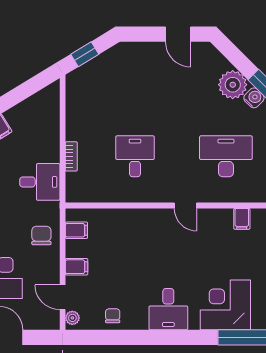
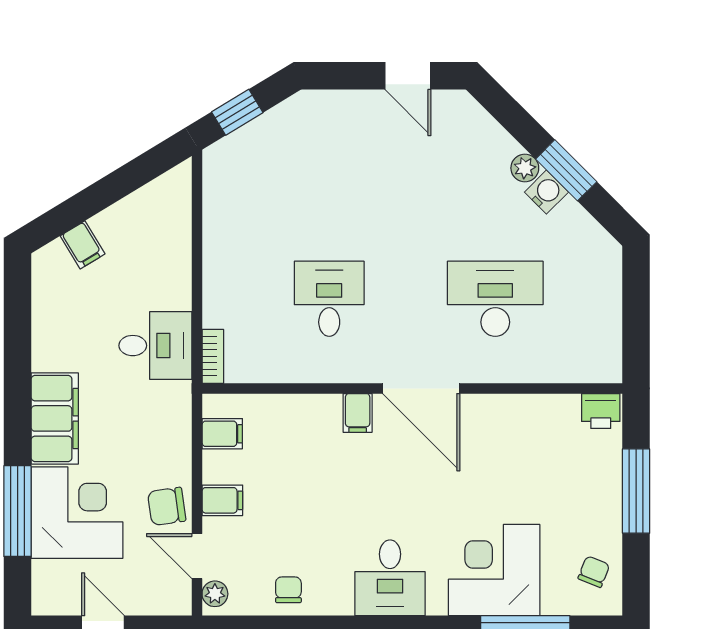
plant: (233, 85) -> (525, 168), width x0.53, depth x0.53
bookcase: (71, 156) -> (213, 356), moved
door: (185, 205) -> (421, 388), width x1.87
filing cabinet: (242, 219) -> (358, 413), moved
chair: (41, 236) -> (167, 506), moved, turned -98

